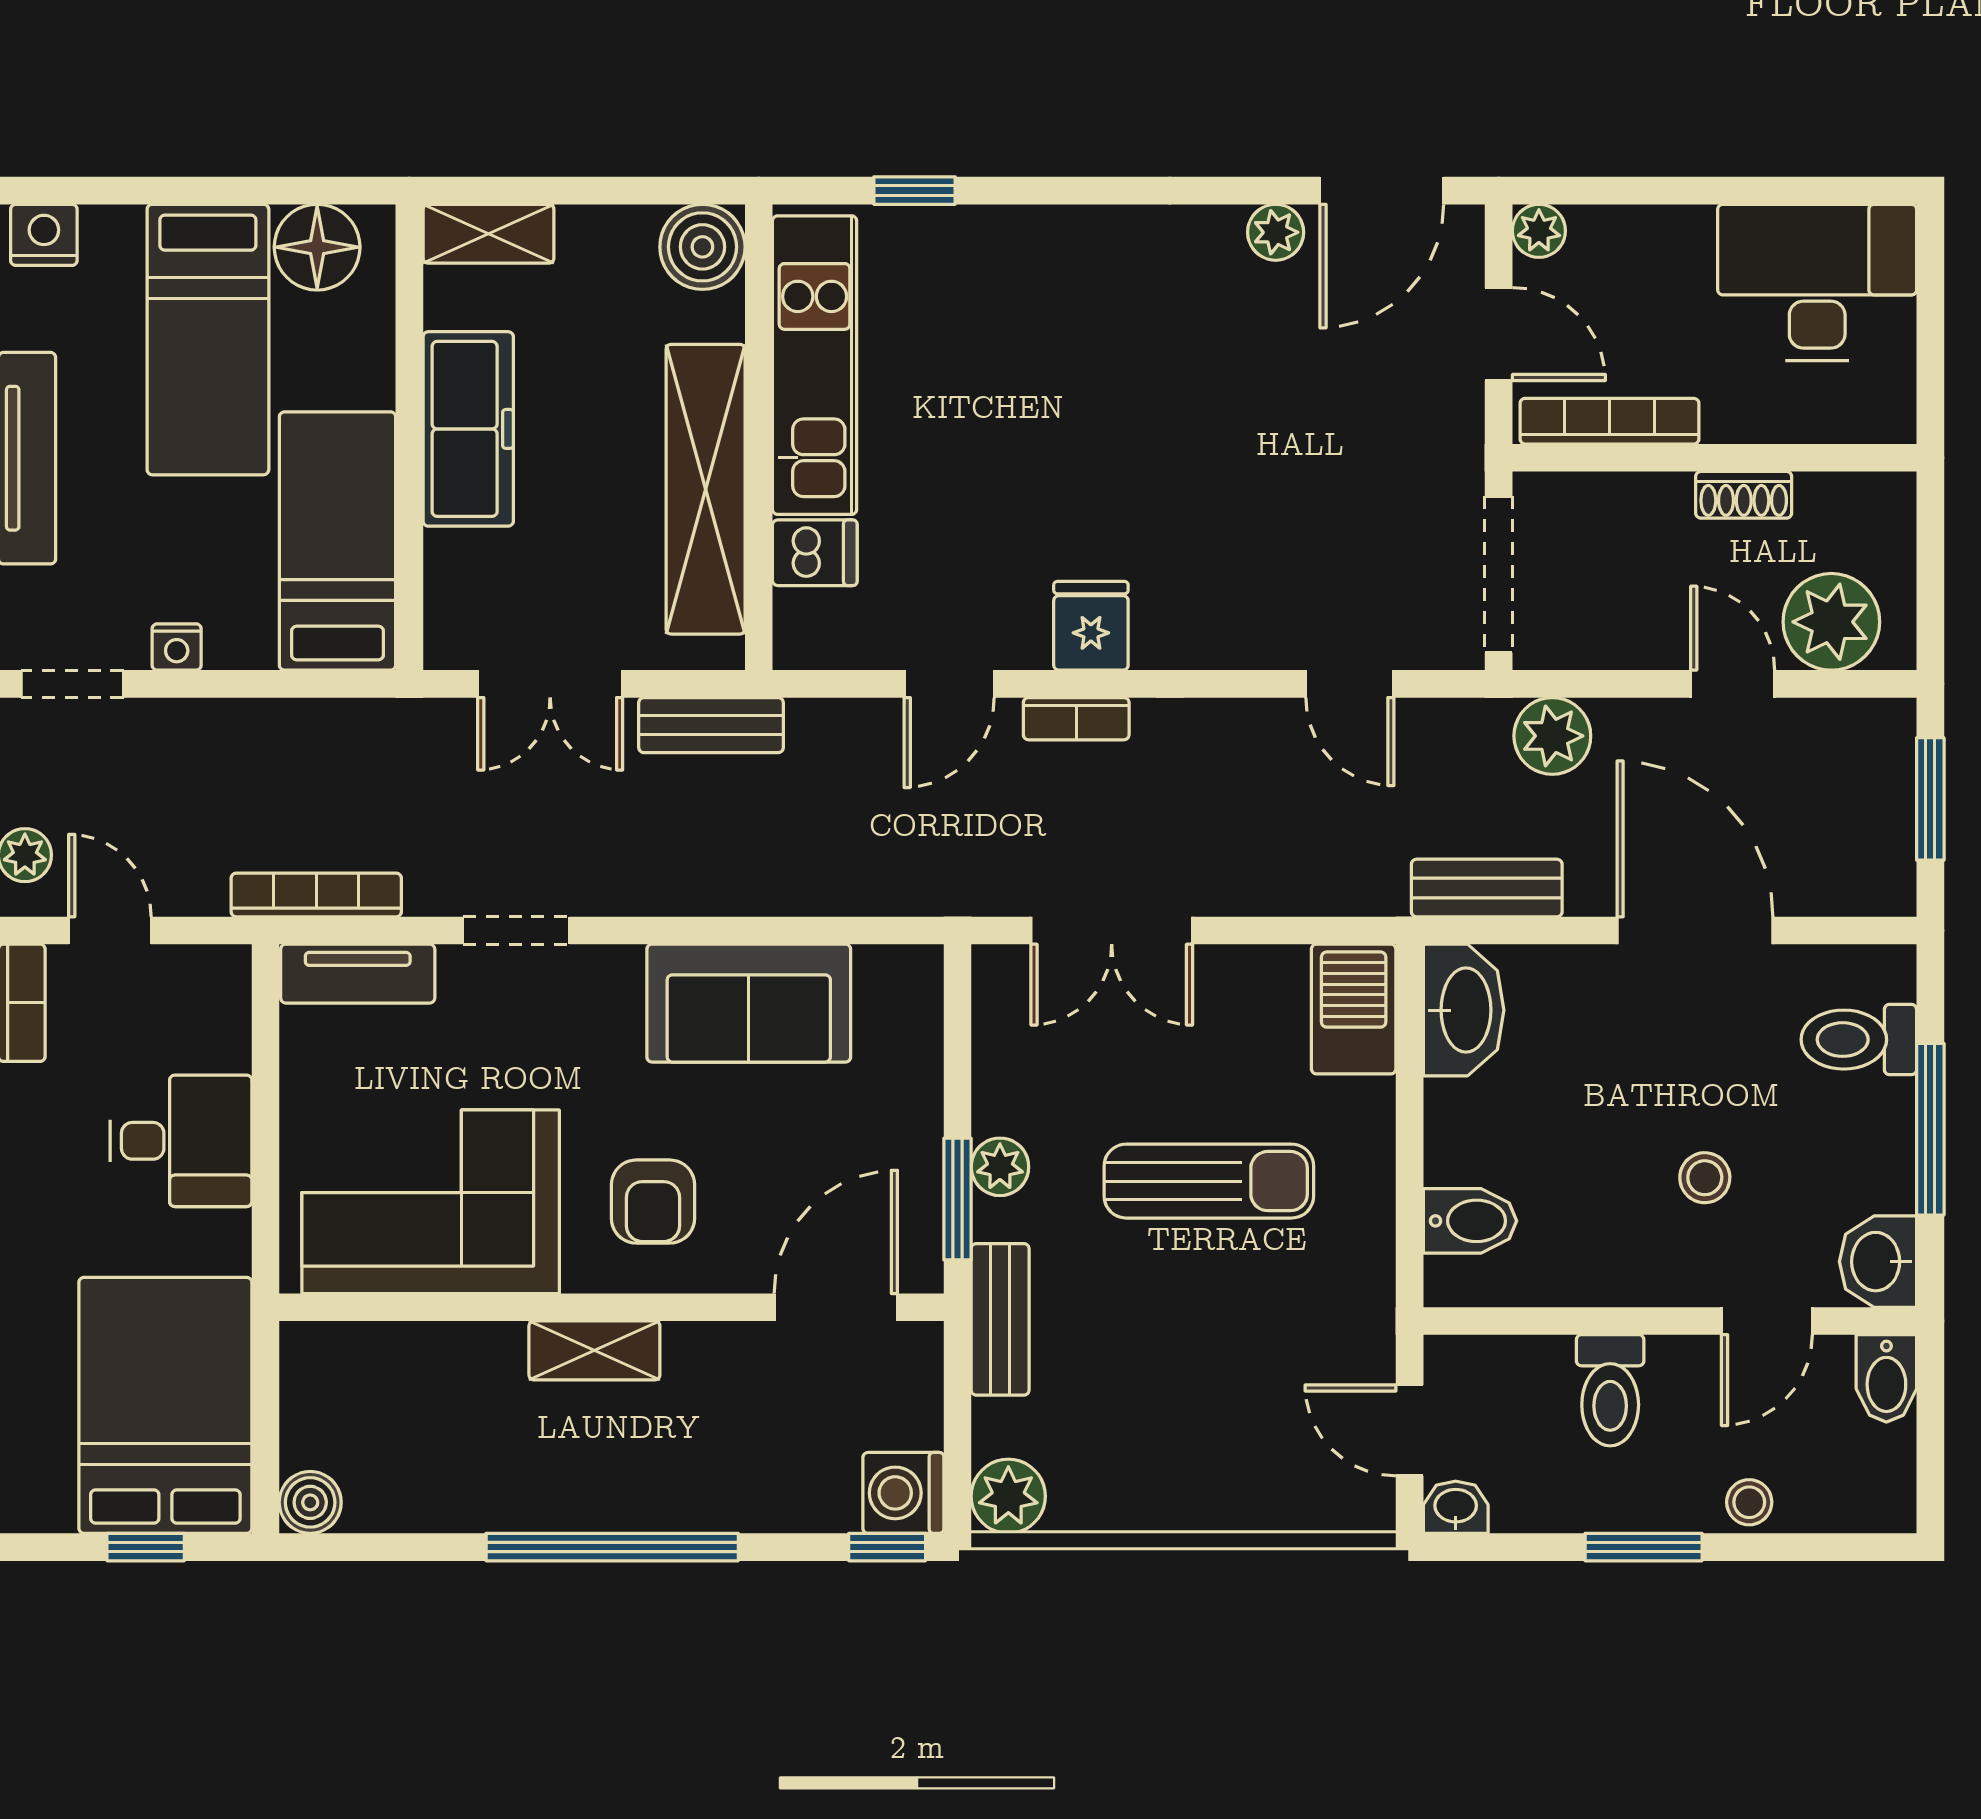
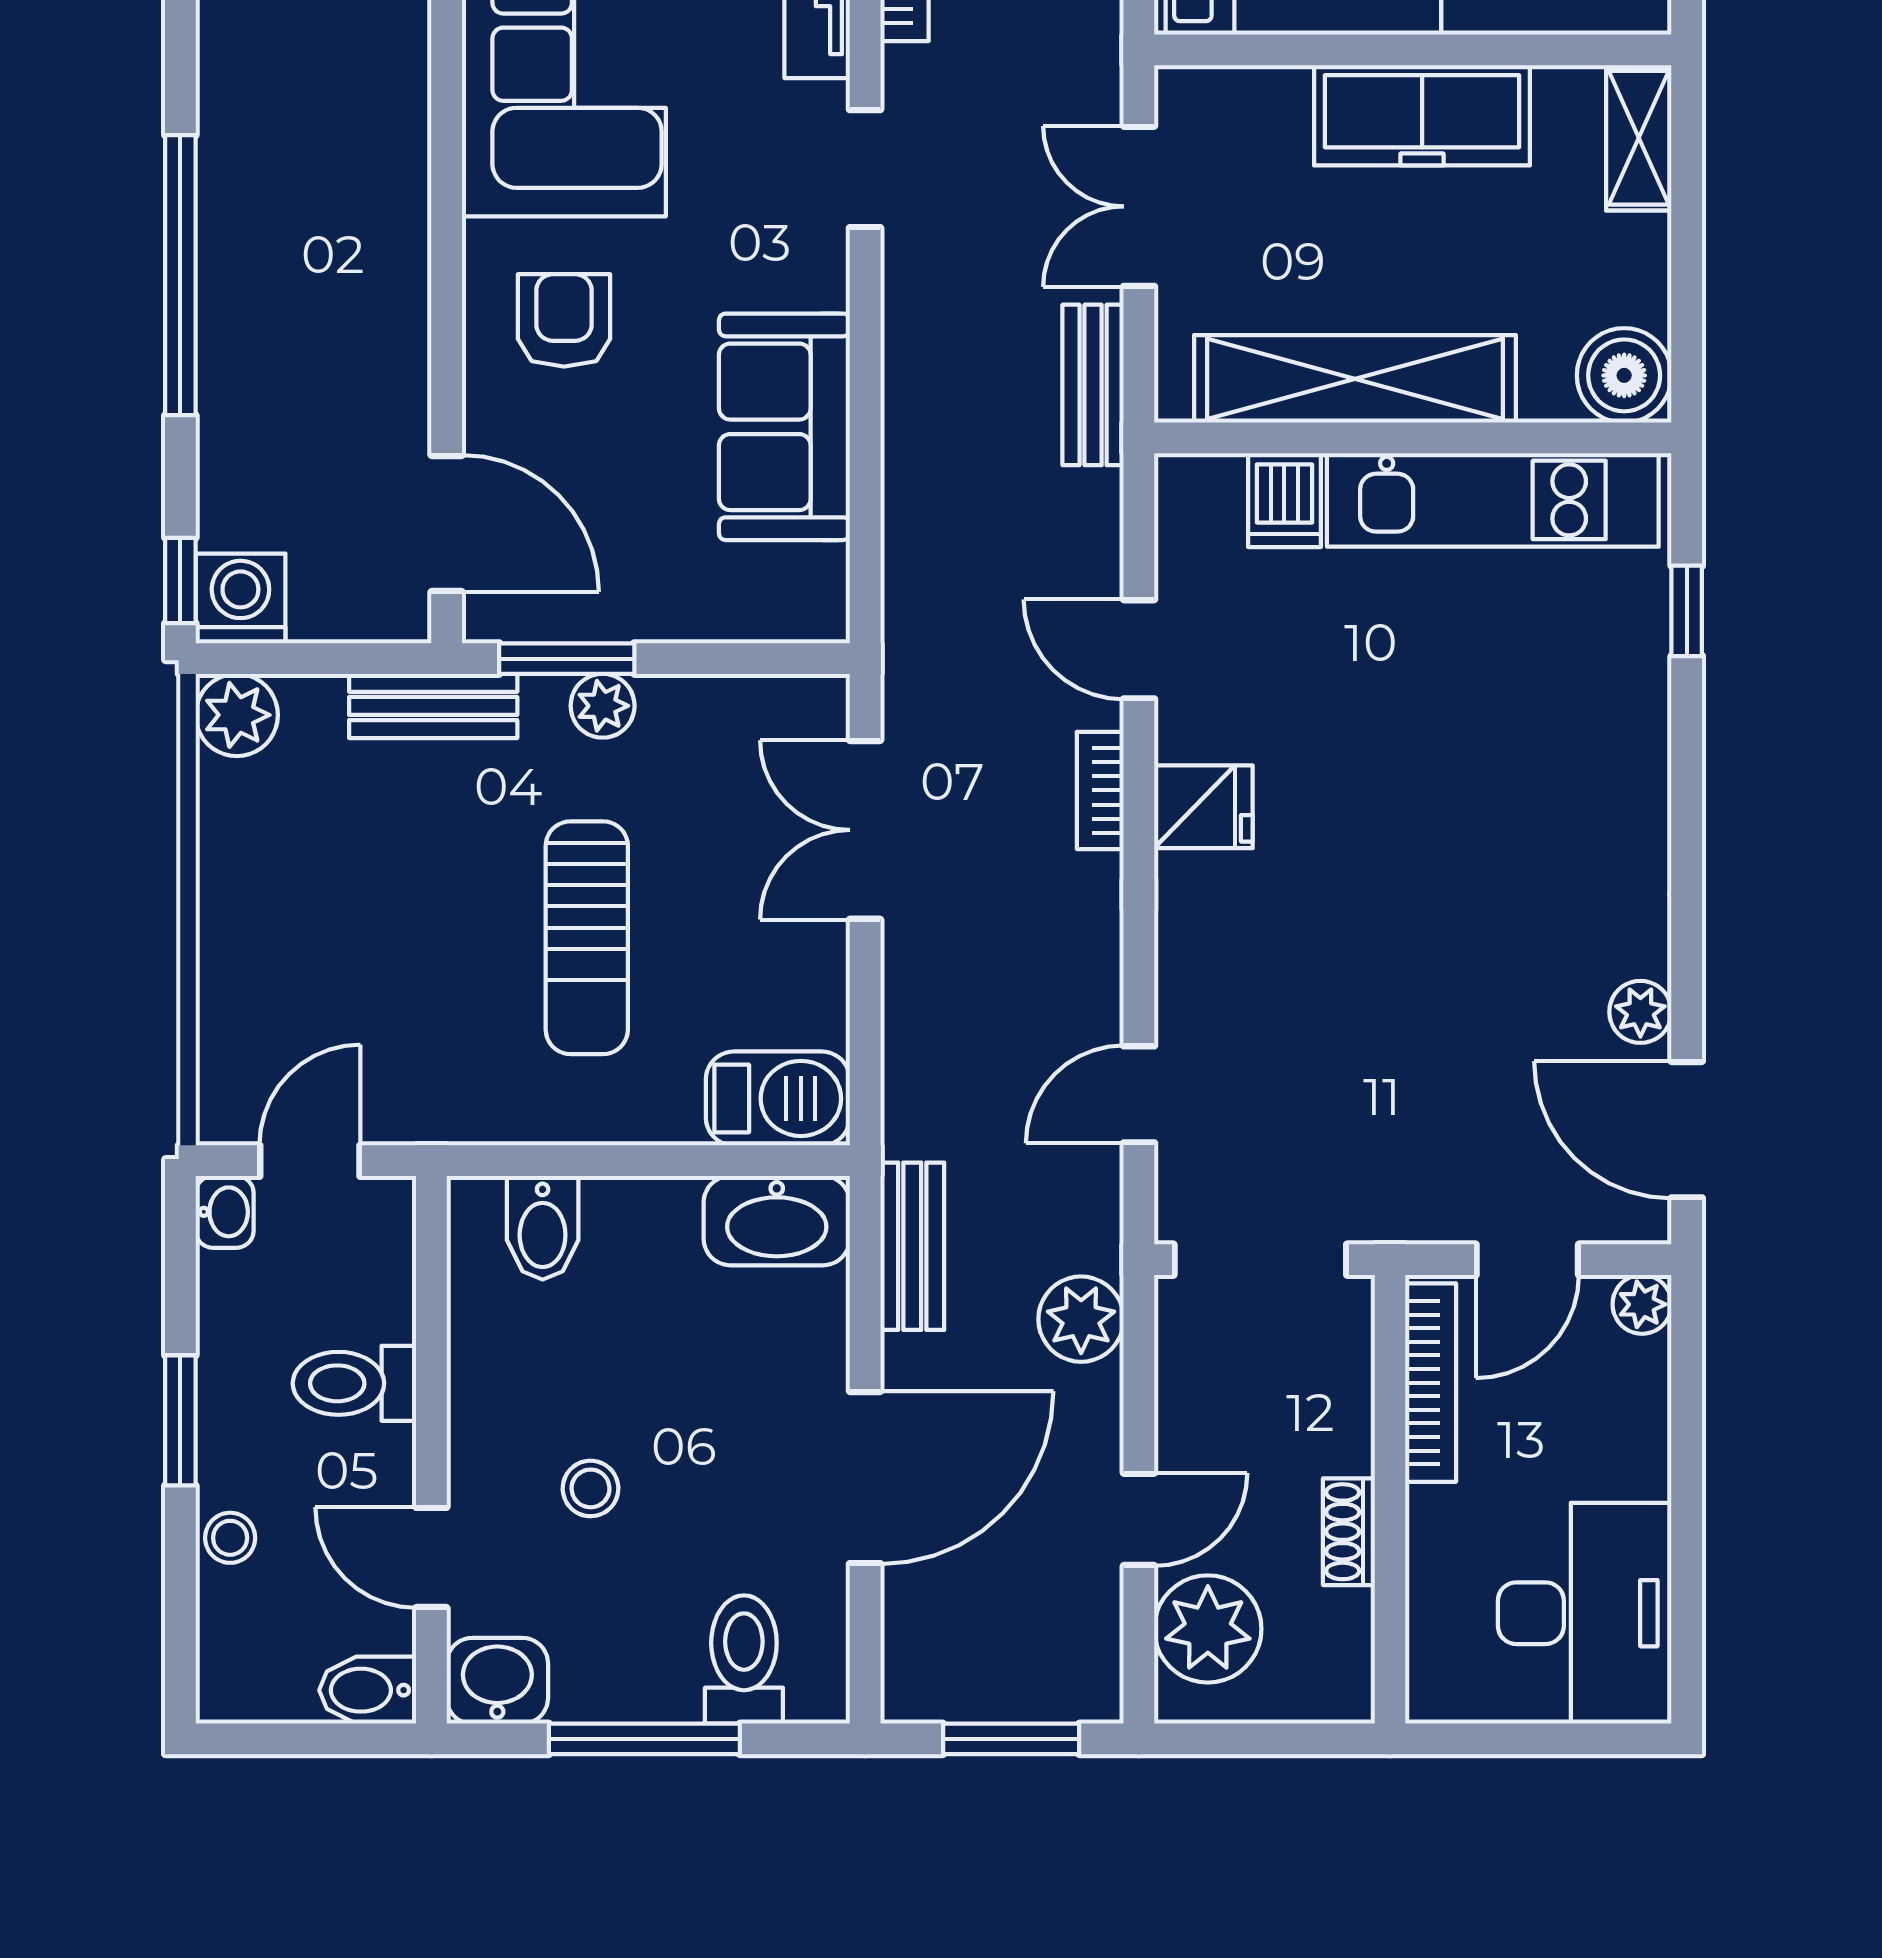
armchair: (653, 1202) -> (564, 320), turned 90
shelving: (594, 1350) -> (399, 255), removed

